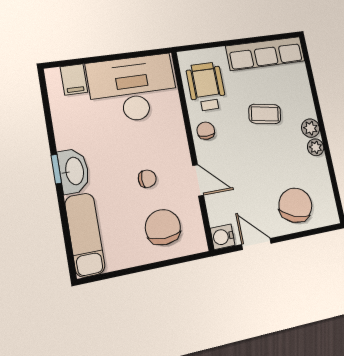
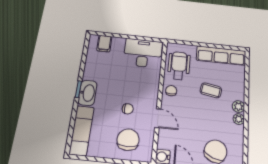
desk: (133, 89) -> (143, 53), width x0.73, depth x0.77

